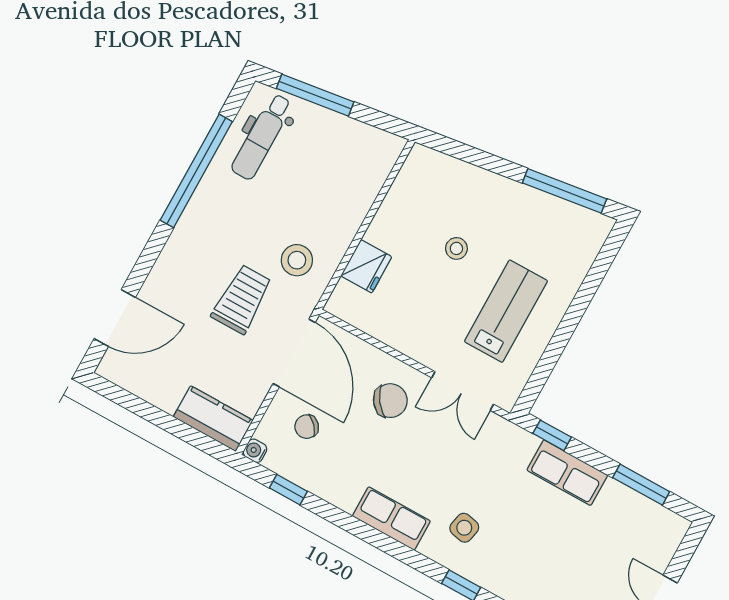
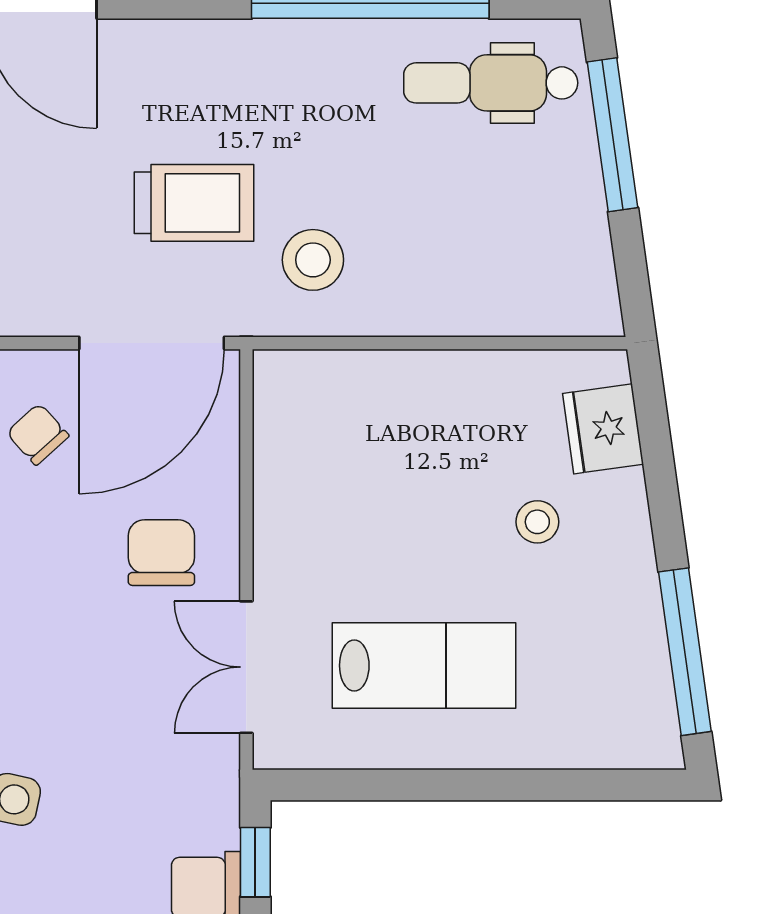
stool: (456, 248) -> (537, 522), moved
fridge: (366, 266) -> (603, 429), moved, turned 82
chair: (390, 401) -> (161, 553), turned -144

